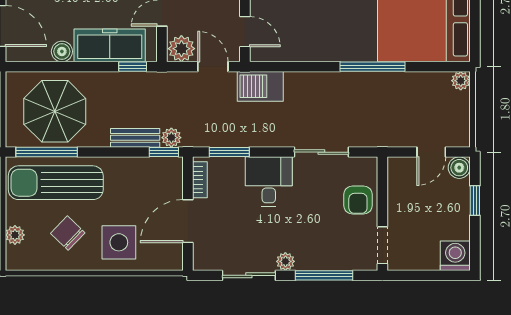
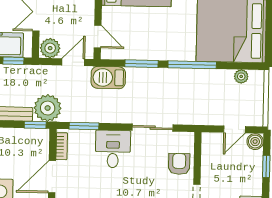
door: (213, 67) -> (73, 62), hinge flipped
window: (305, 67) -> (142, 64), added
plant: (461, 81) -> (241, 76), moved
plant: (171, 138) -> (48, 108), width x1.88, depth x1.88
armchair: (358, 200) -> (179, 164), turned 180

